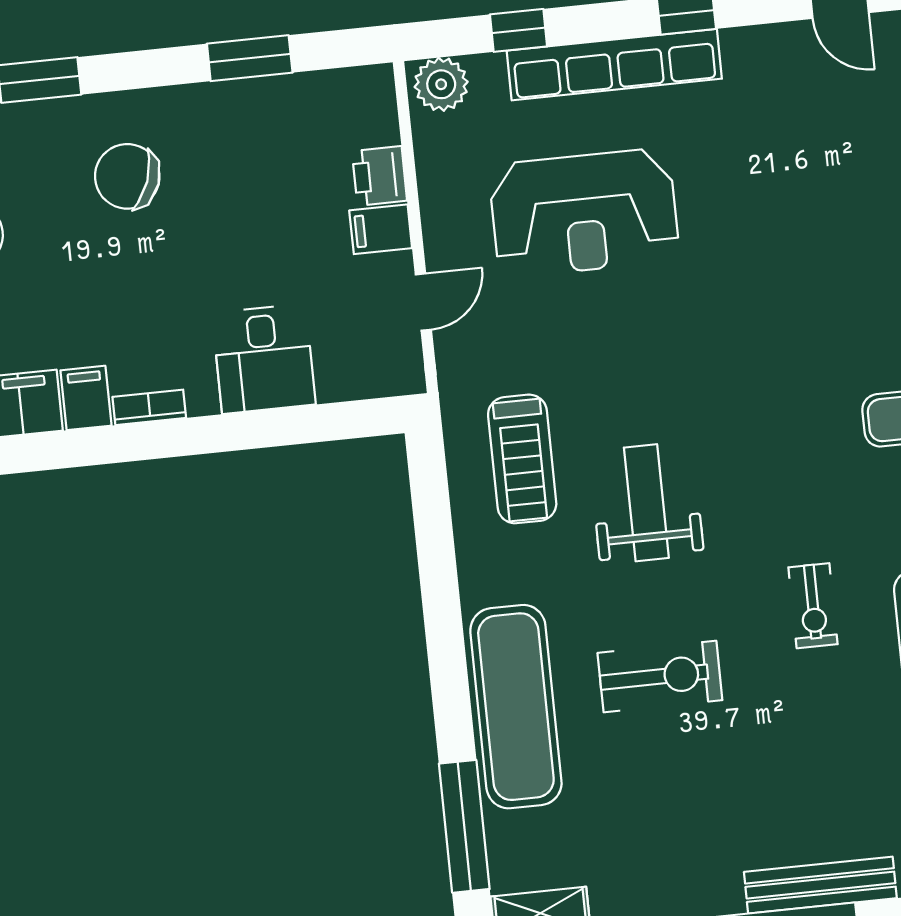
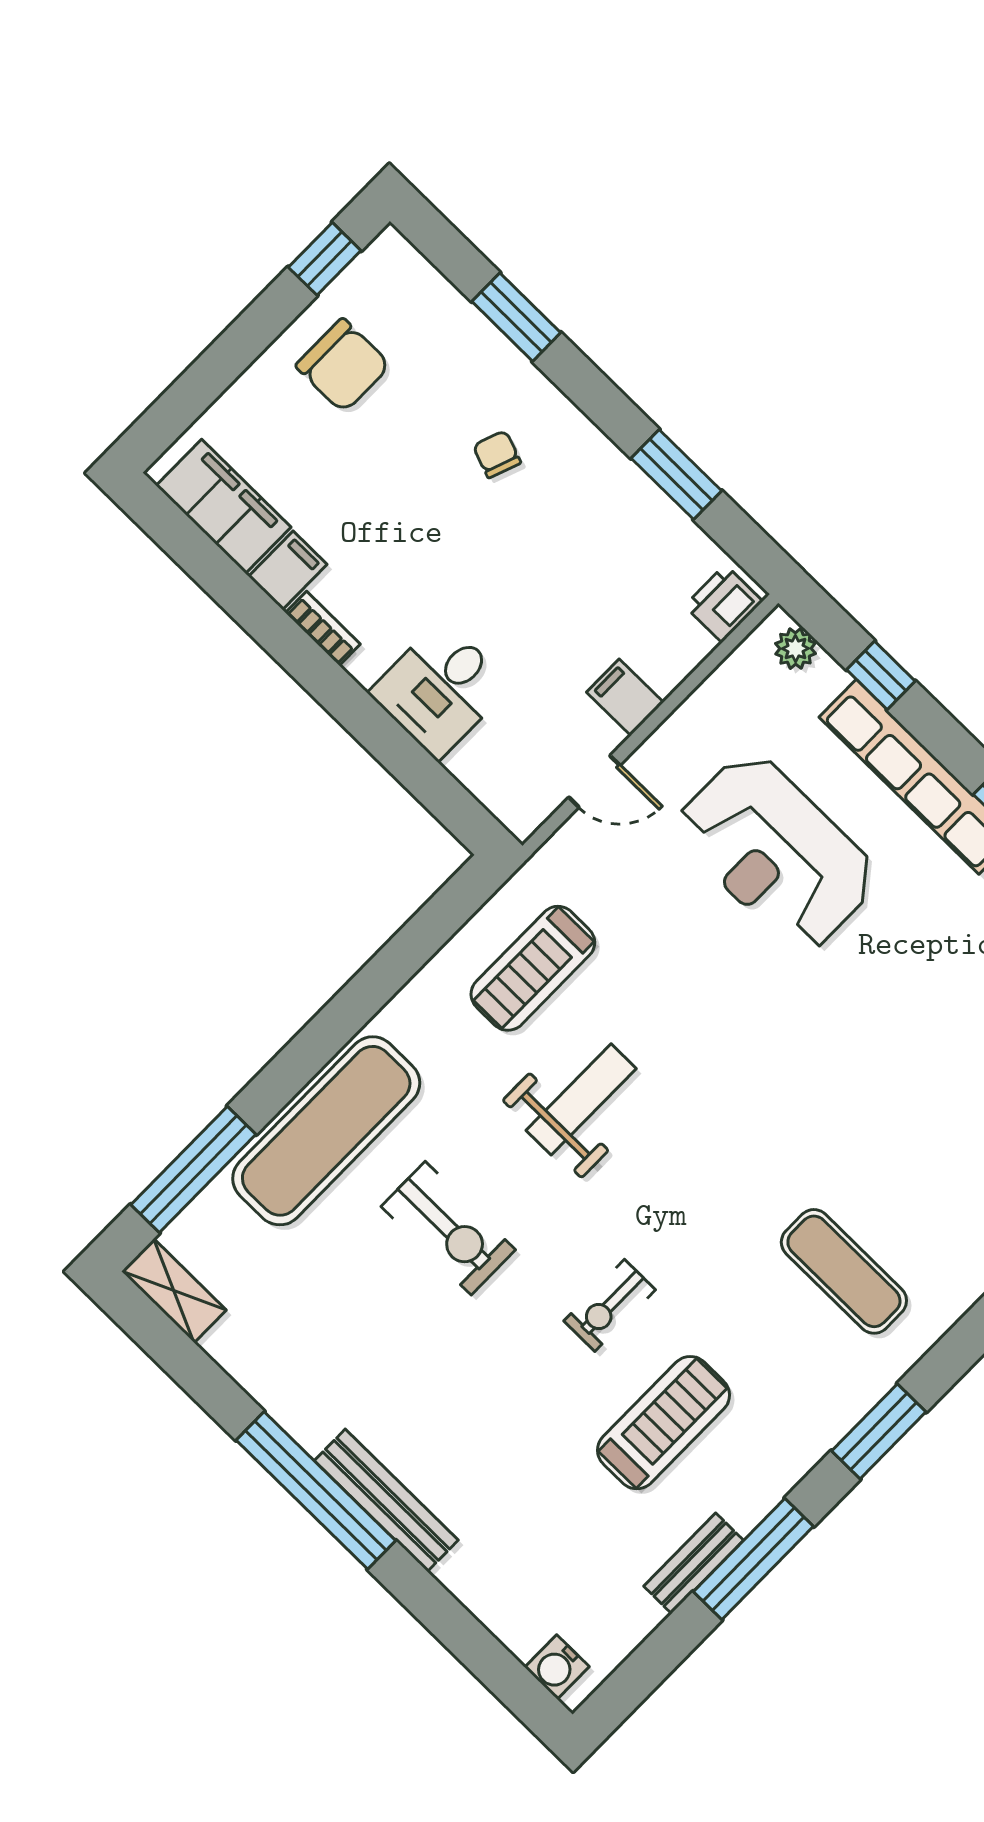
plant: (441, 84) -> (795, 649), width x0.73, depth x0.73
chair: (127, 176) -> (497, 454), width x0.54, depth x0.54
printer: (379, 176) -> (724, 603), moved

